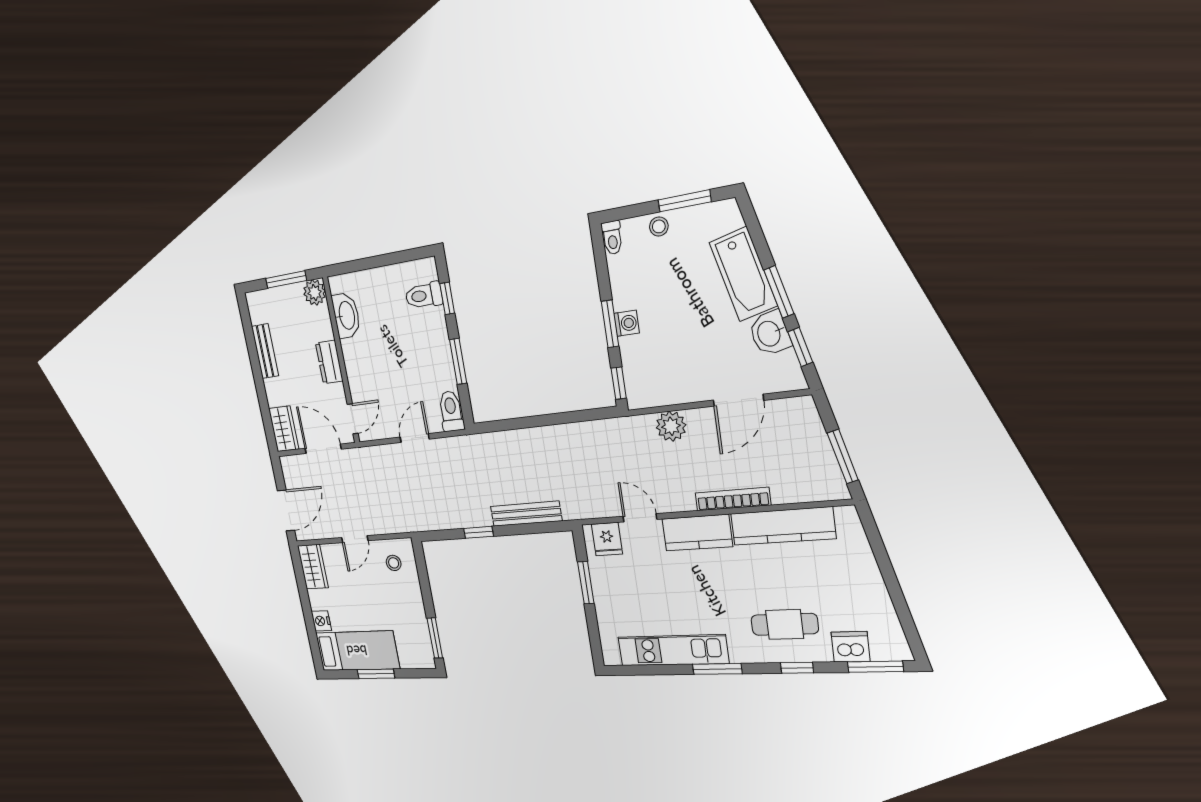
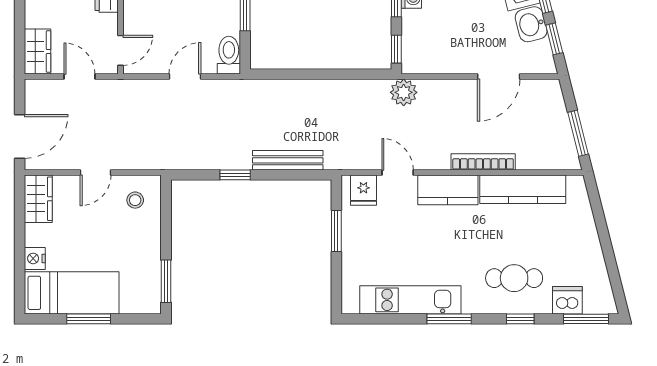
plant: (671, 426) -> (404, 92), moved
door: (323, 449) -> (80, 77), width x0.73

